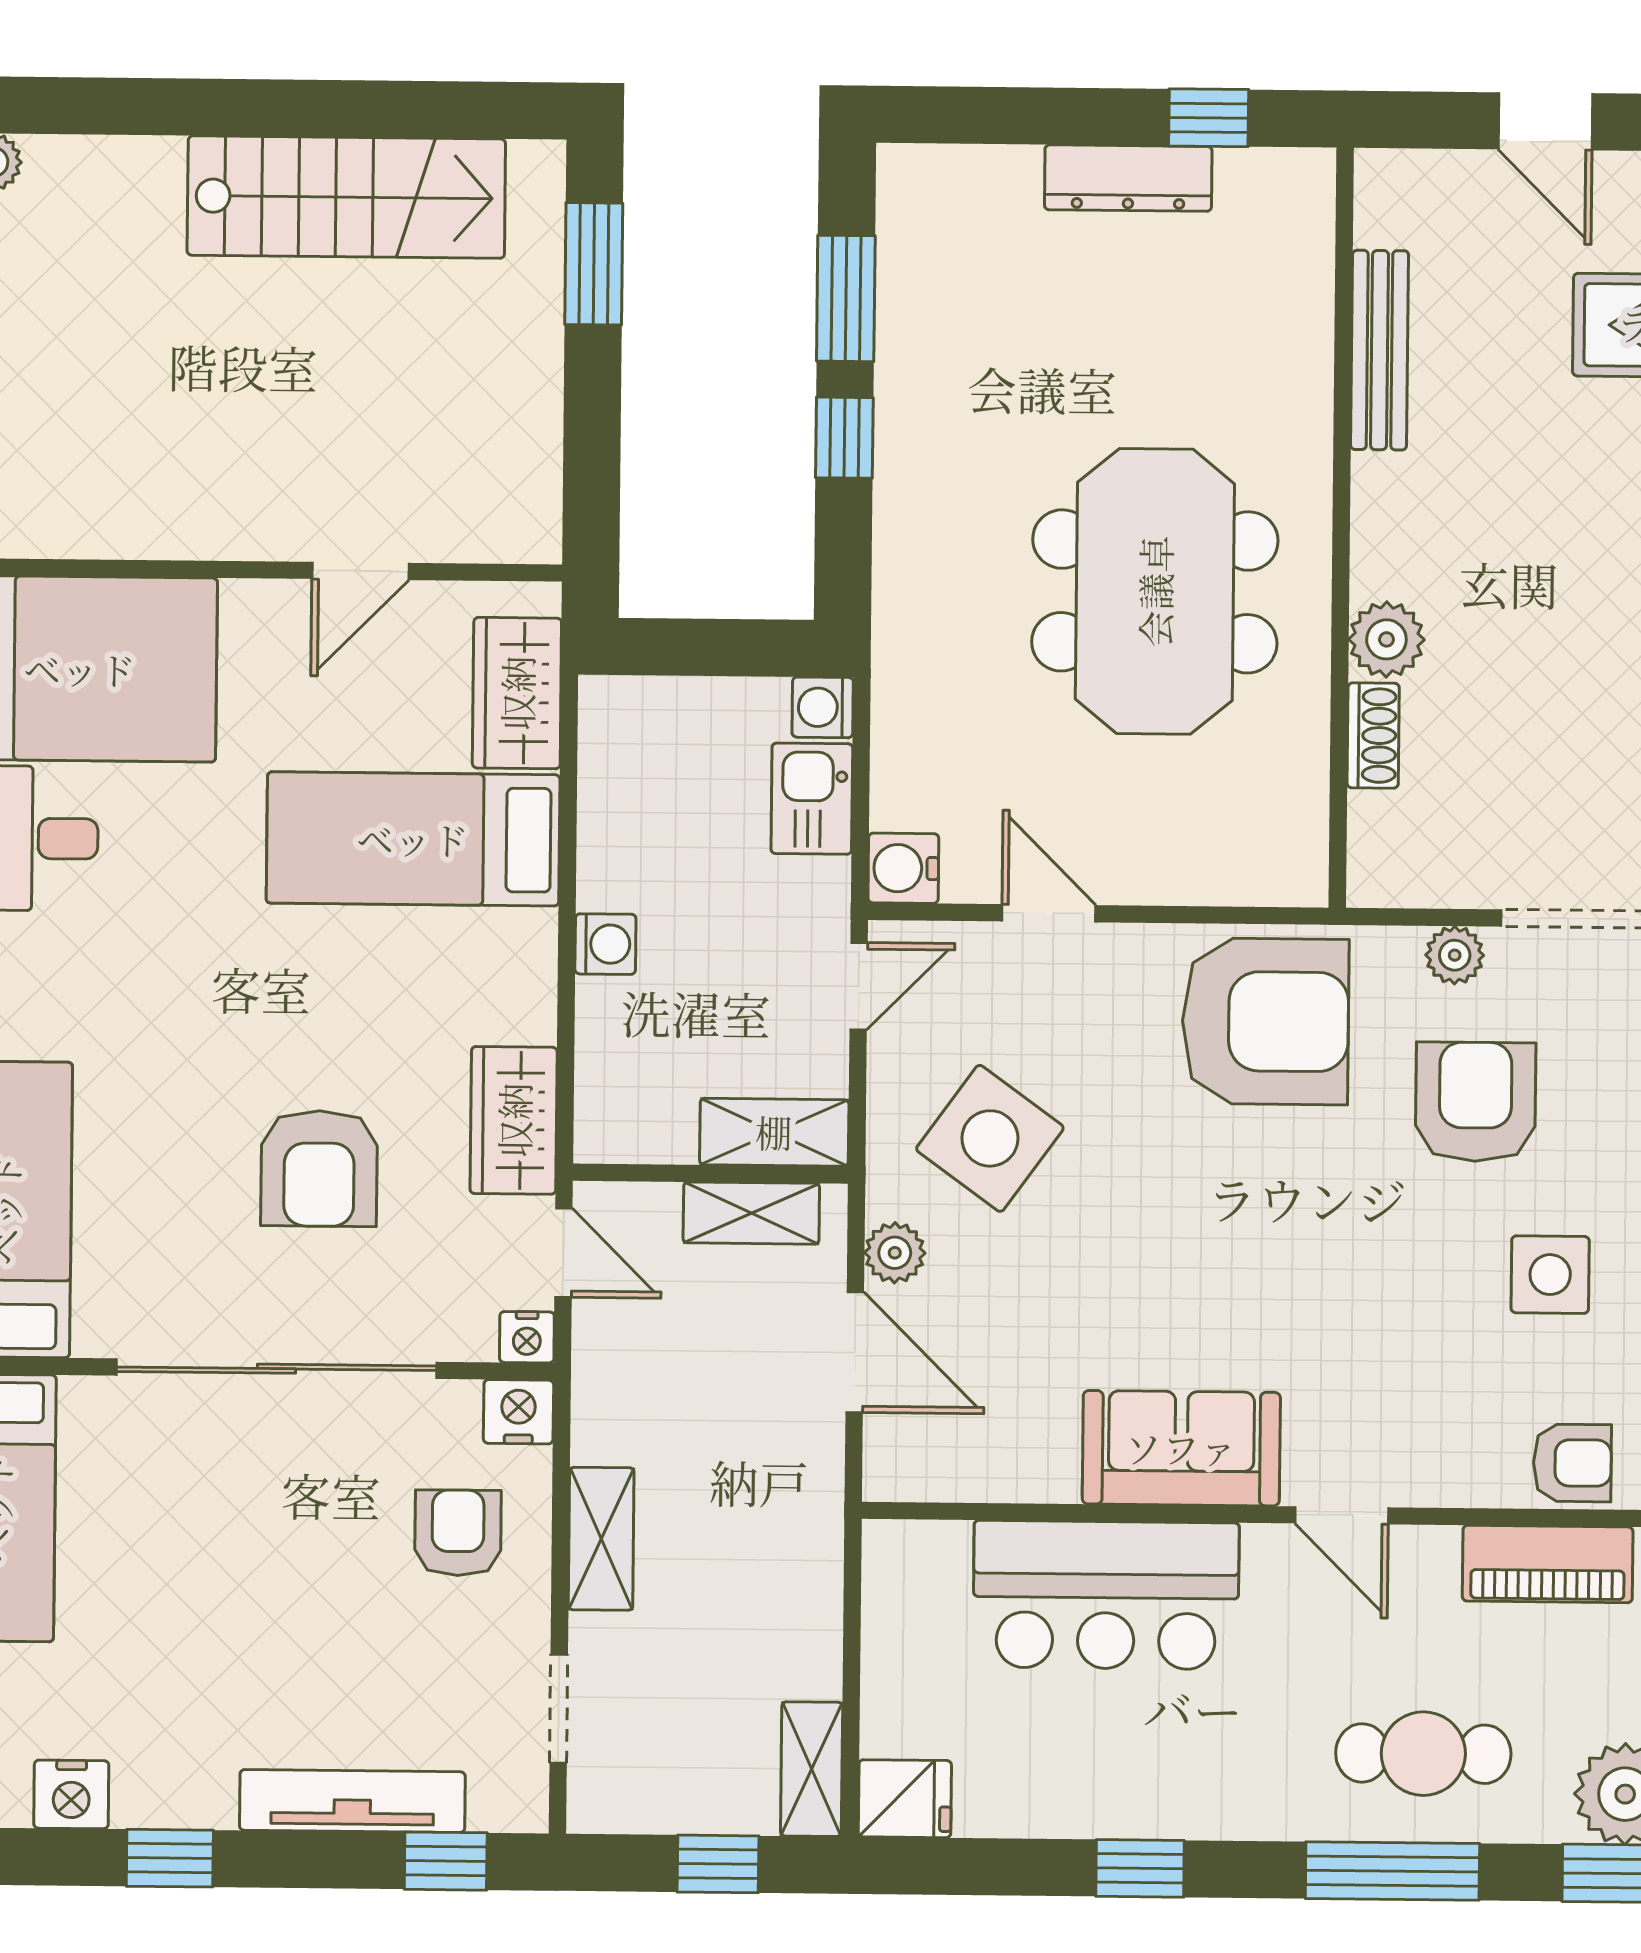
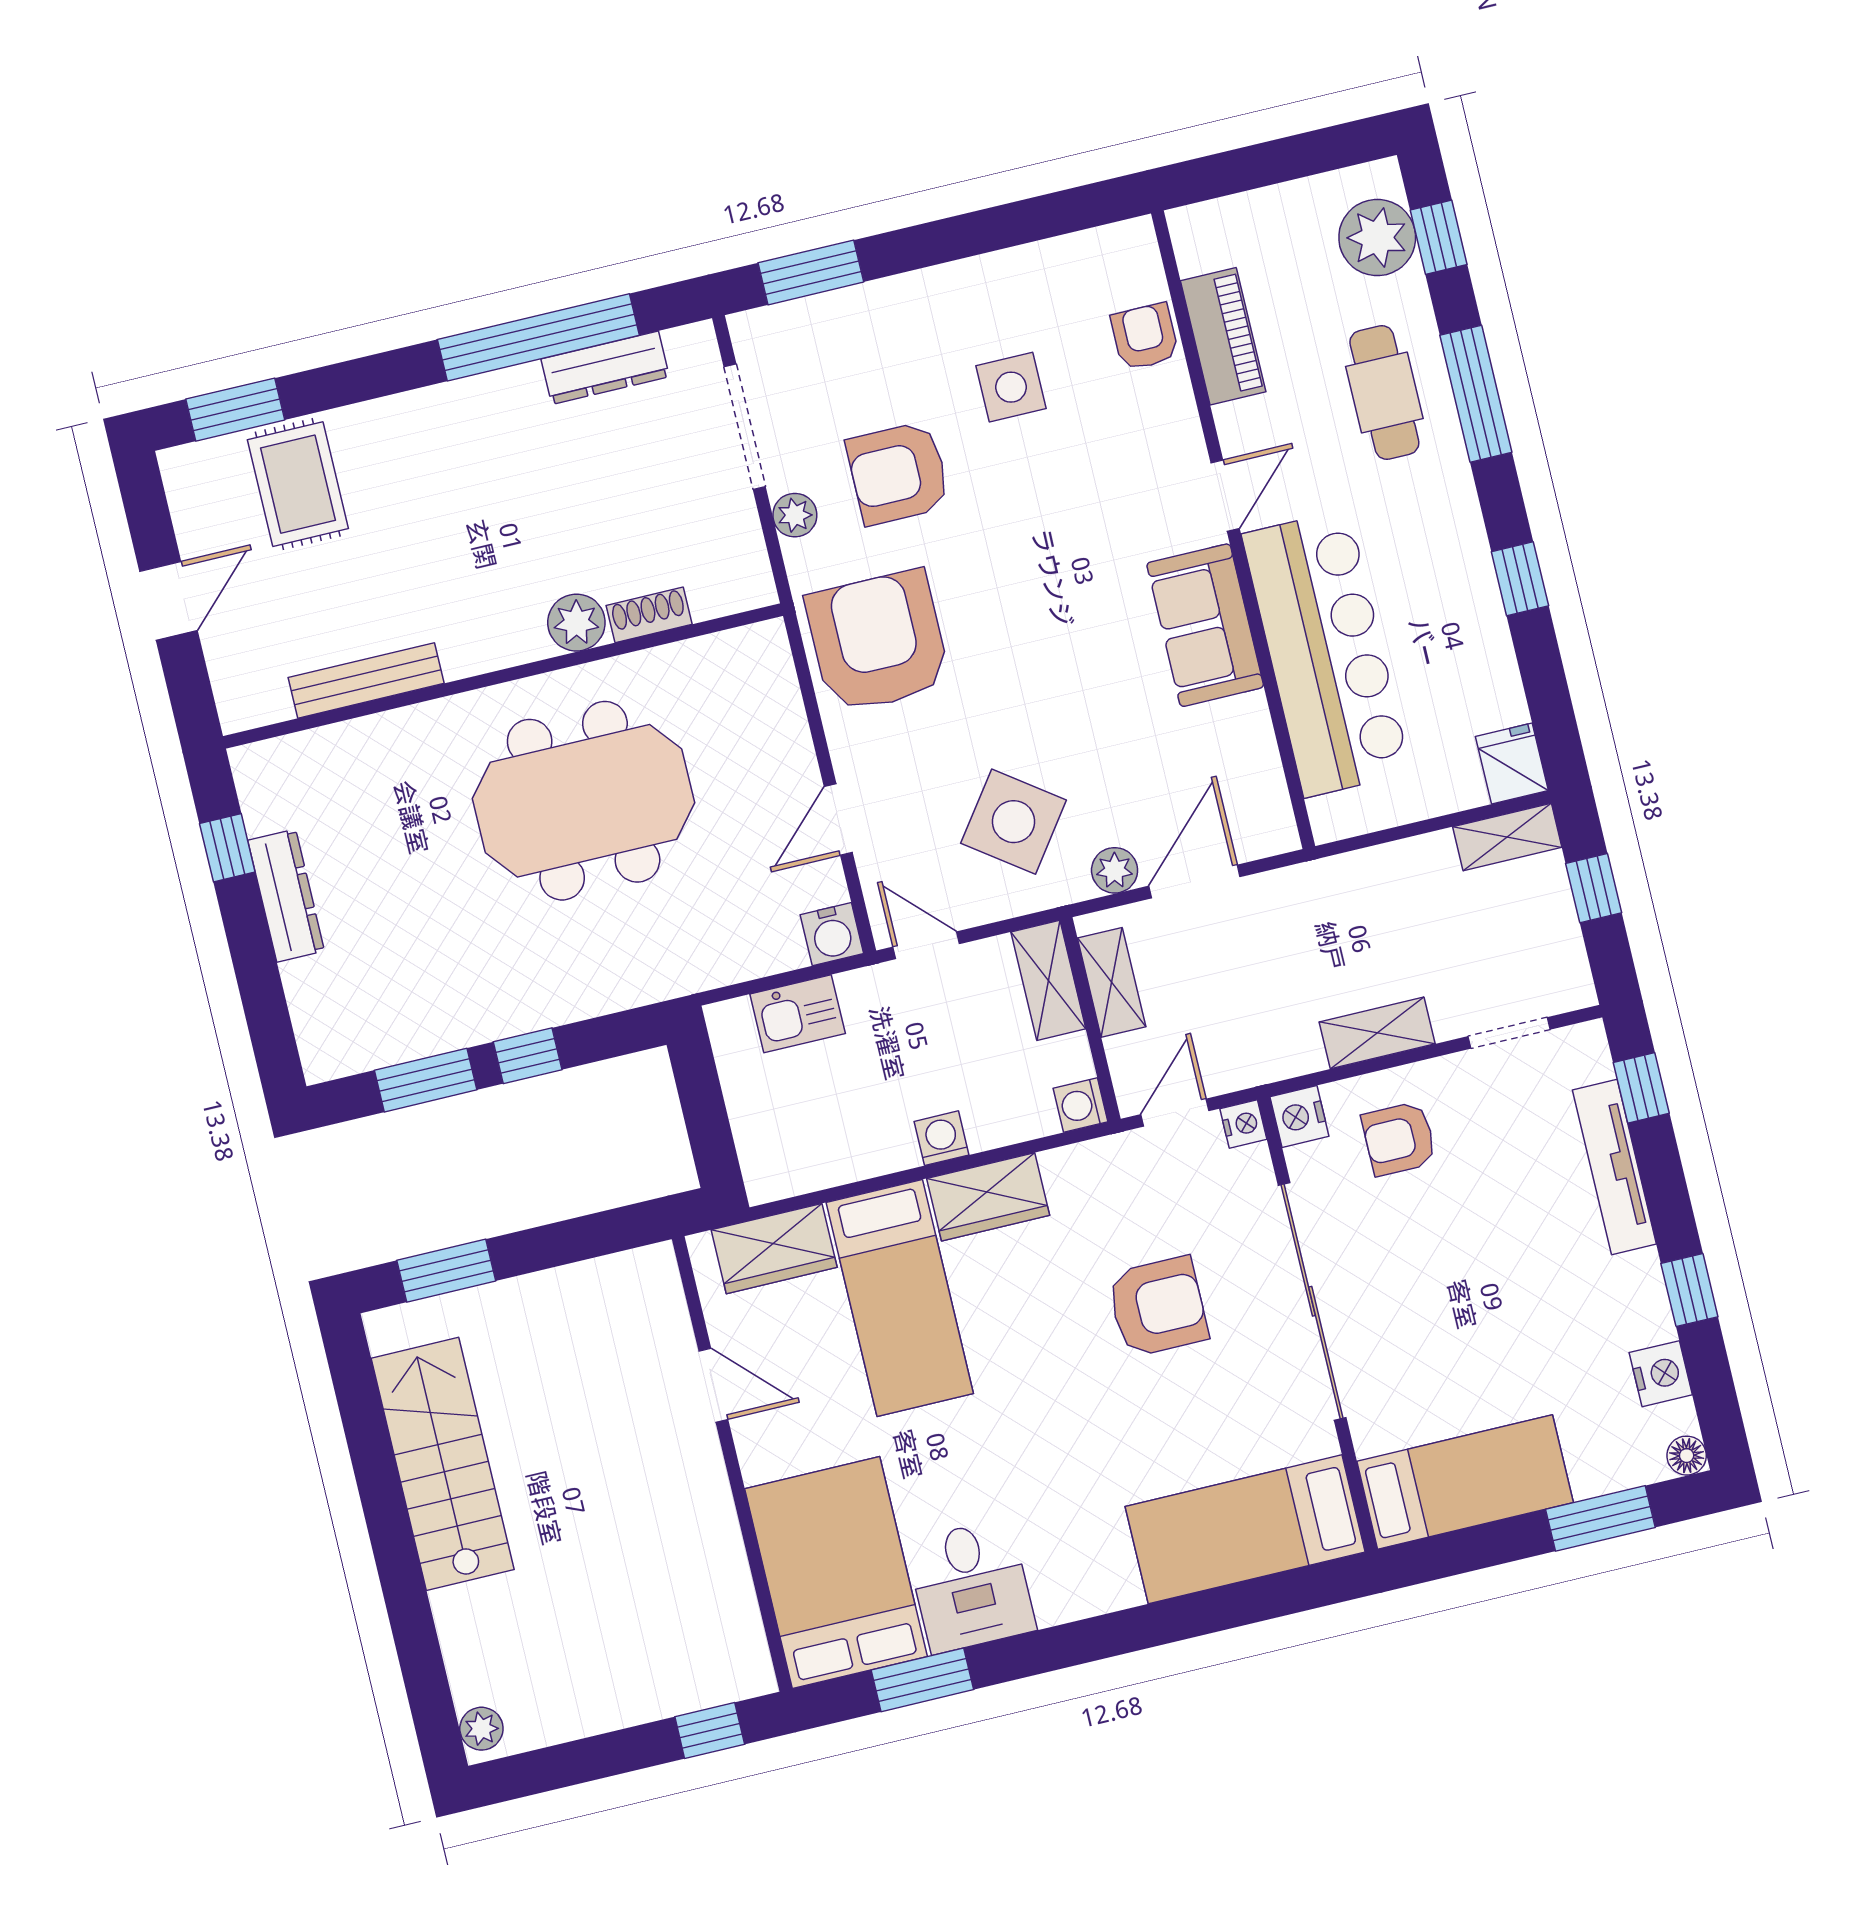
washing machine: (823, 707) -> (1081, 1105), moved, turned 90
wardrobe: (514, 1120) -> (988, 1197), moved
bar counter: (1106, 1595) -> (1326, 653), width x1.36

